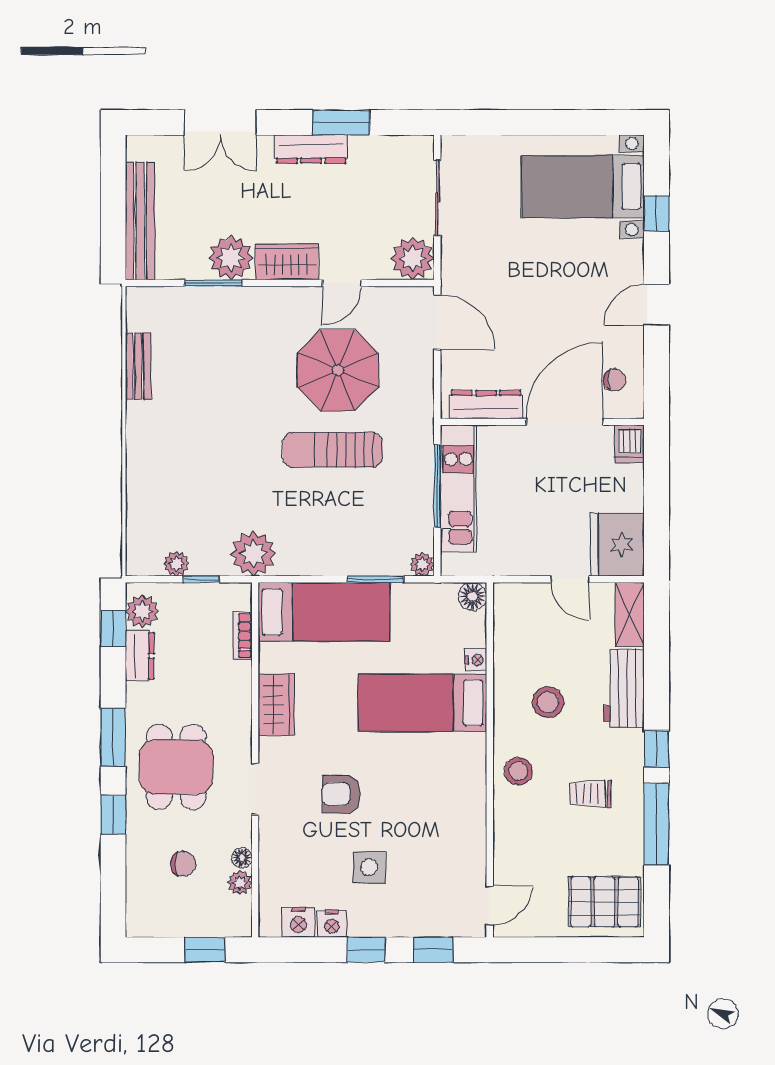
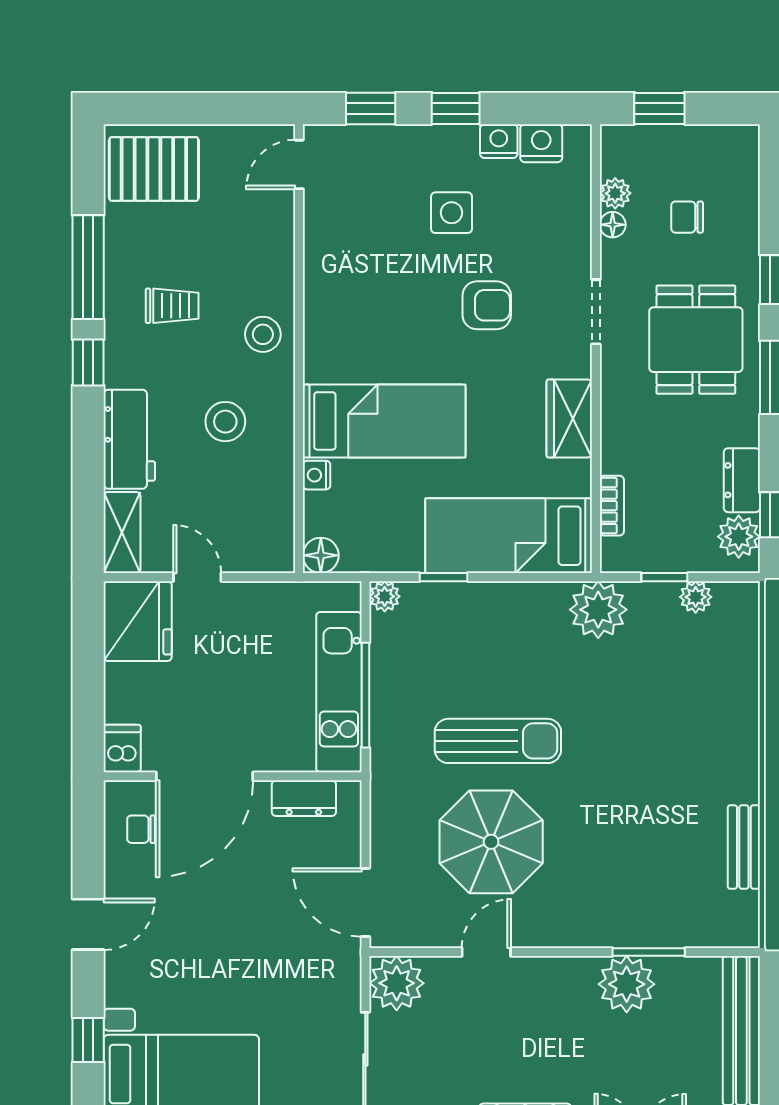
wardrobe: (287, 262) -> (556, 979), removed
dresser: (486, 405) -> (304, 798), width x0.70
window: (375, 579) -> (444, 577), width x0.67

